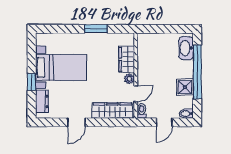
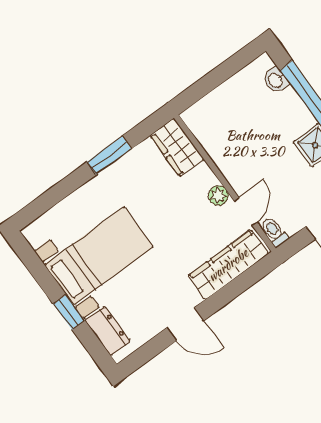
washbasin: (186, 48) -> (276, 80), width x0.52, depth x0.69
wardrobe: (127, 59) -> (177, 147), moved
door: (76, 122) -> (185, 324), hinge flipped

